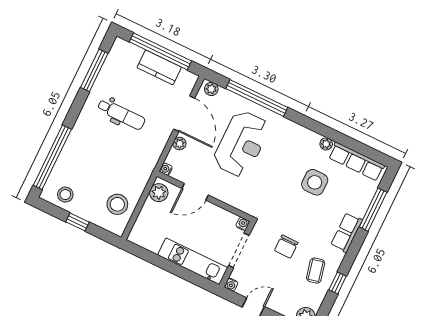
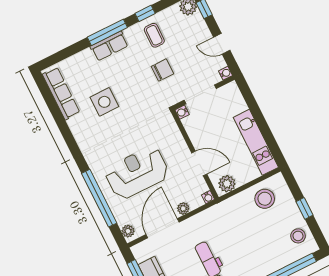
plant: (326, 144) -> (74, 124), removed
window: (373, 210) -> (107, 32), moved
kitchen unit: (193, 261) -> (256, 142), moved
coffee table: (316, 271) -> (154, 35), turned -76

